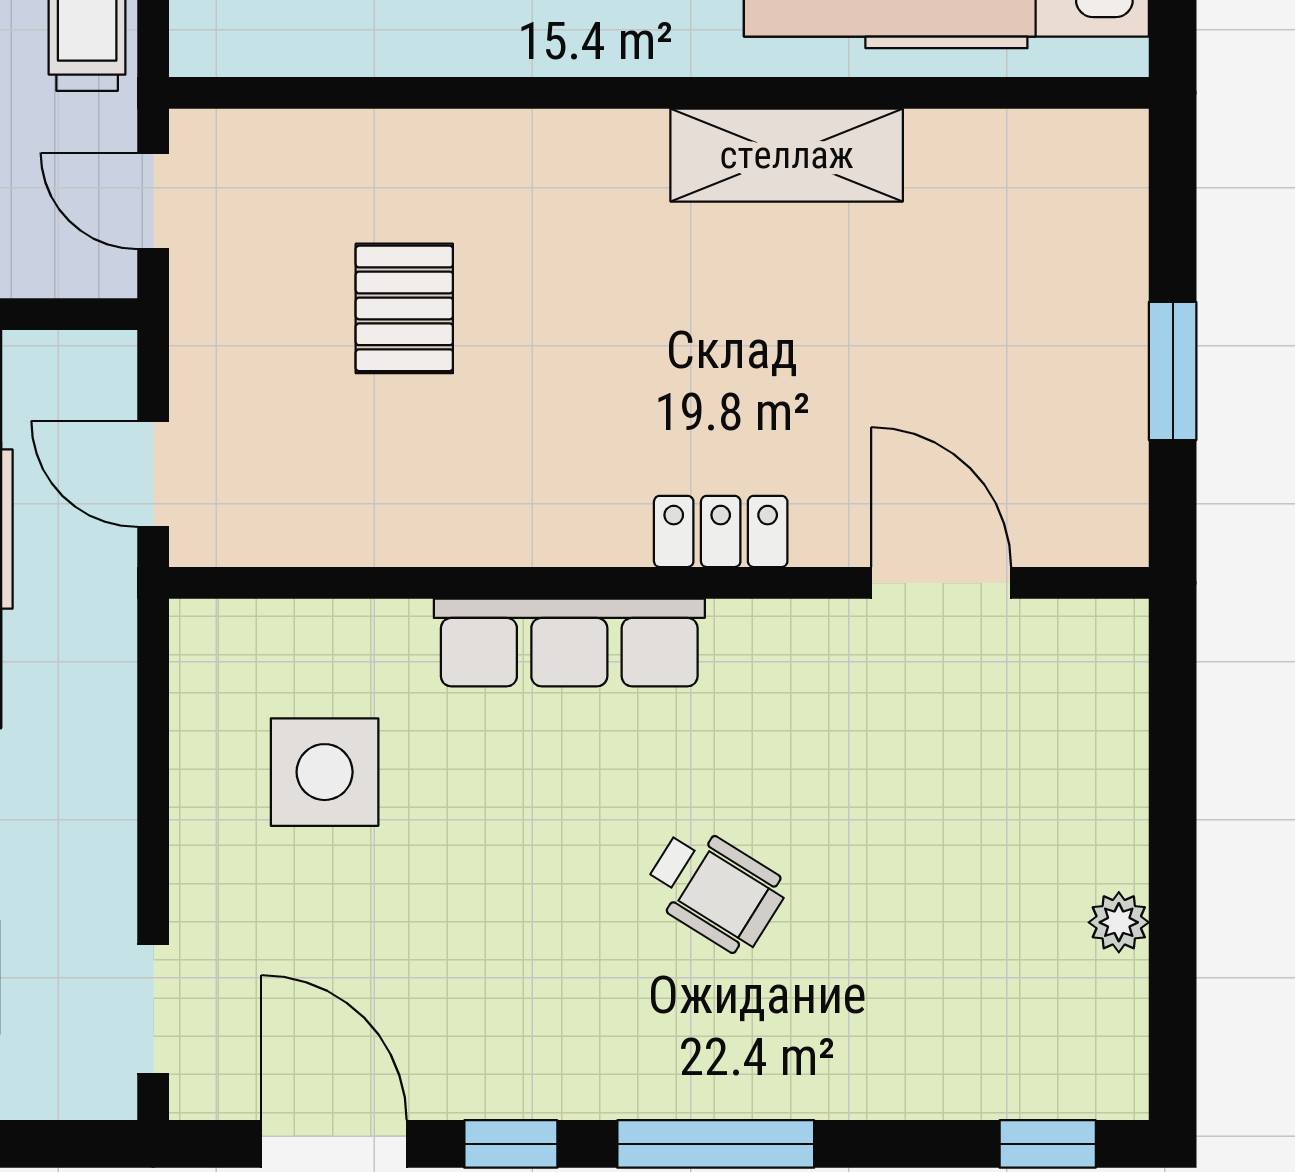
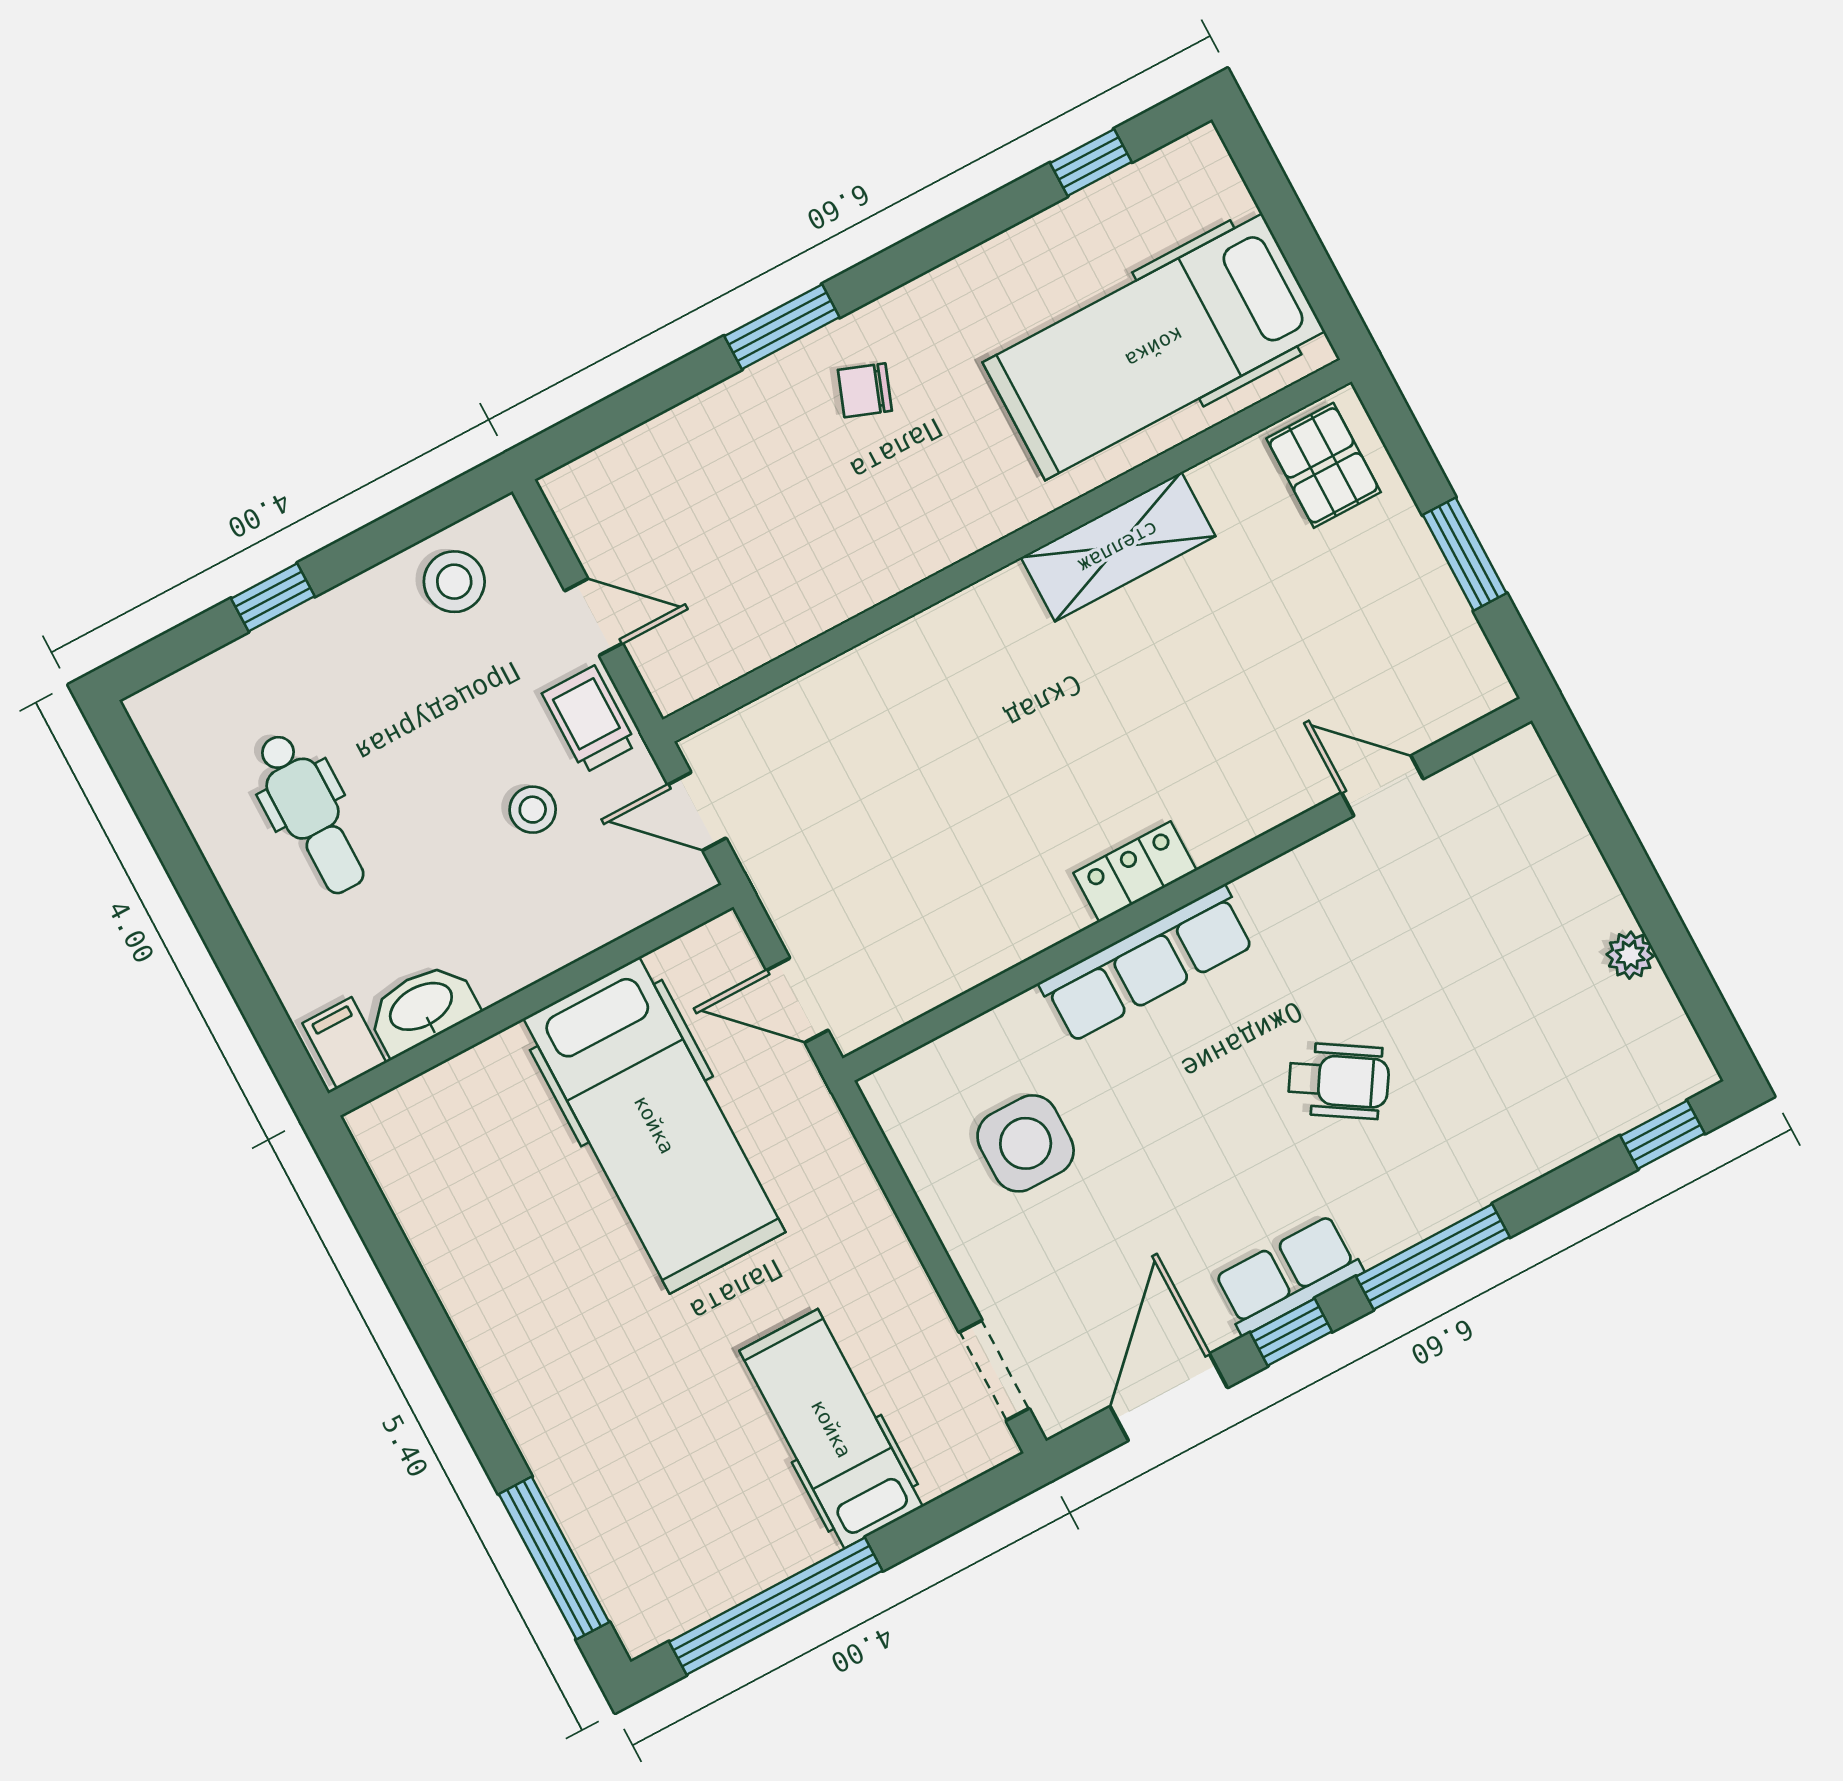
pallet: (404, 308) -> (1324, 465), moved
locker: (721, 531) -> (1135, 872), moved
door: (941, 583) -> (1382, 786), width x0.73
row of seats: (541, 1078) -> (1288, 1275), added
door: (334, 1144) -> (1169, 1397), hinge flipped

